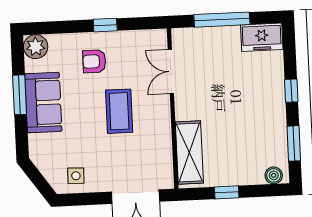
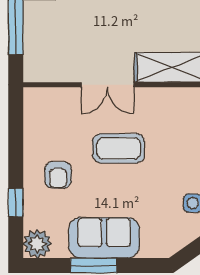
window: (105, 25) -> (16, 203), moved
double door: (171, 72) -> (108, 85), moved

